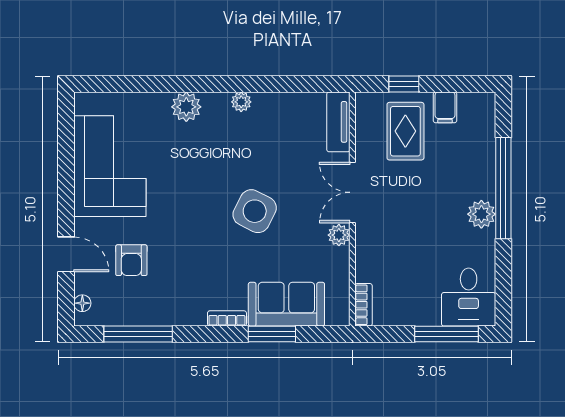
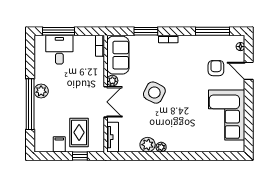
plant: (186, 107) -> (148, 145), moved
desk: (469, 297) -> (59, 50), moved
sofa: (286, 304) -> (118, 55), moved, turned -90

